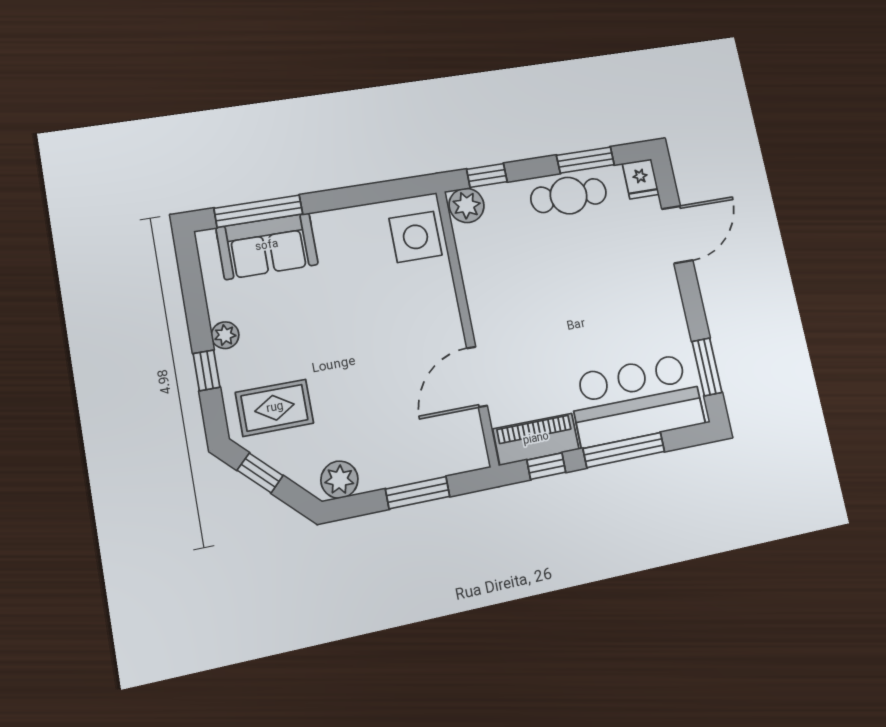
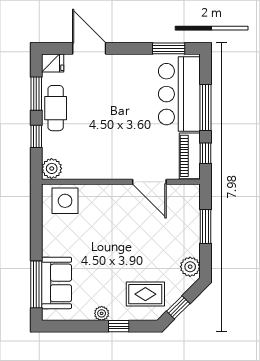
window: (487, 175) -> (36, 136), moved
rug: (275, 408) -> (145, 294), turned 90

